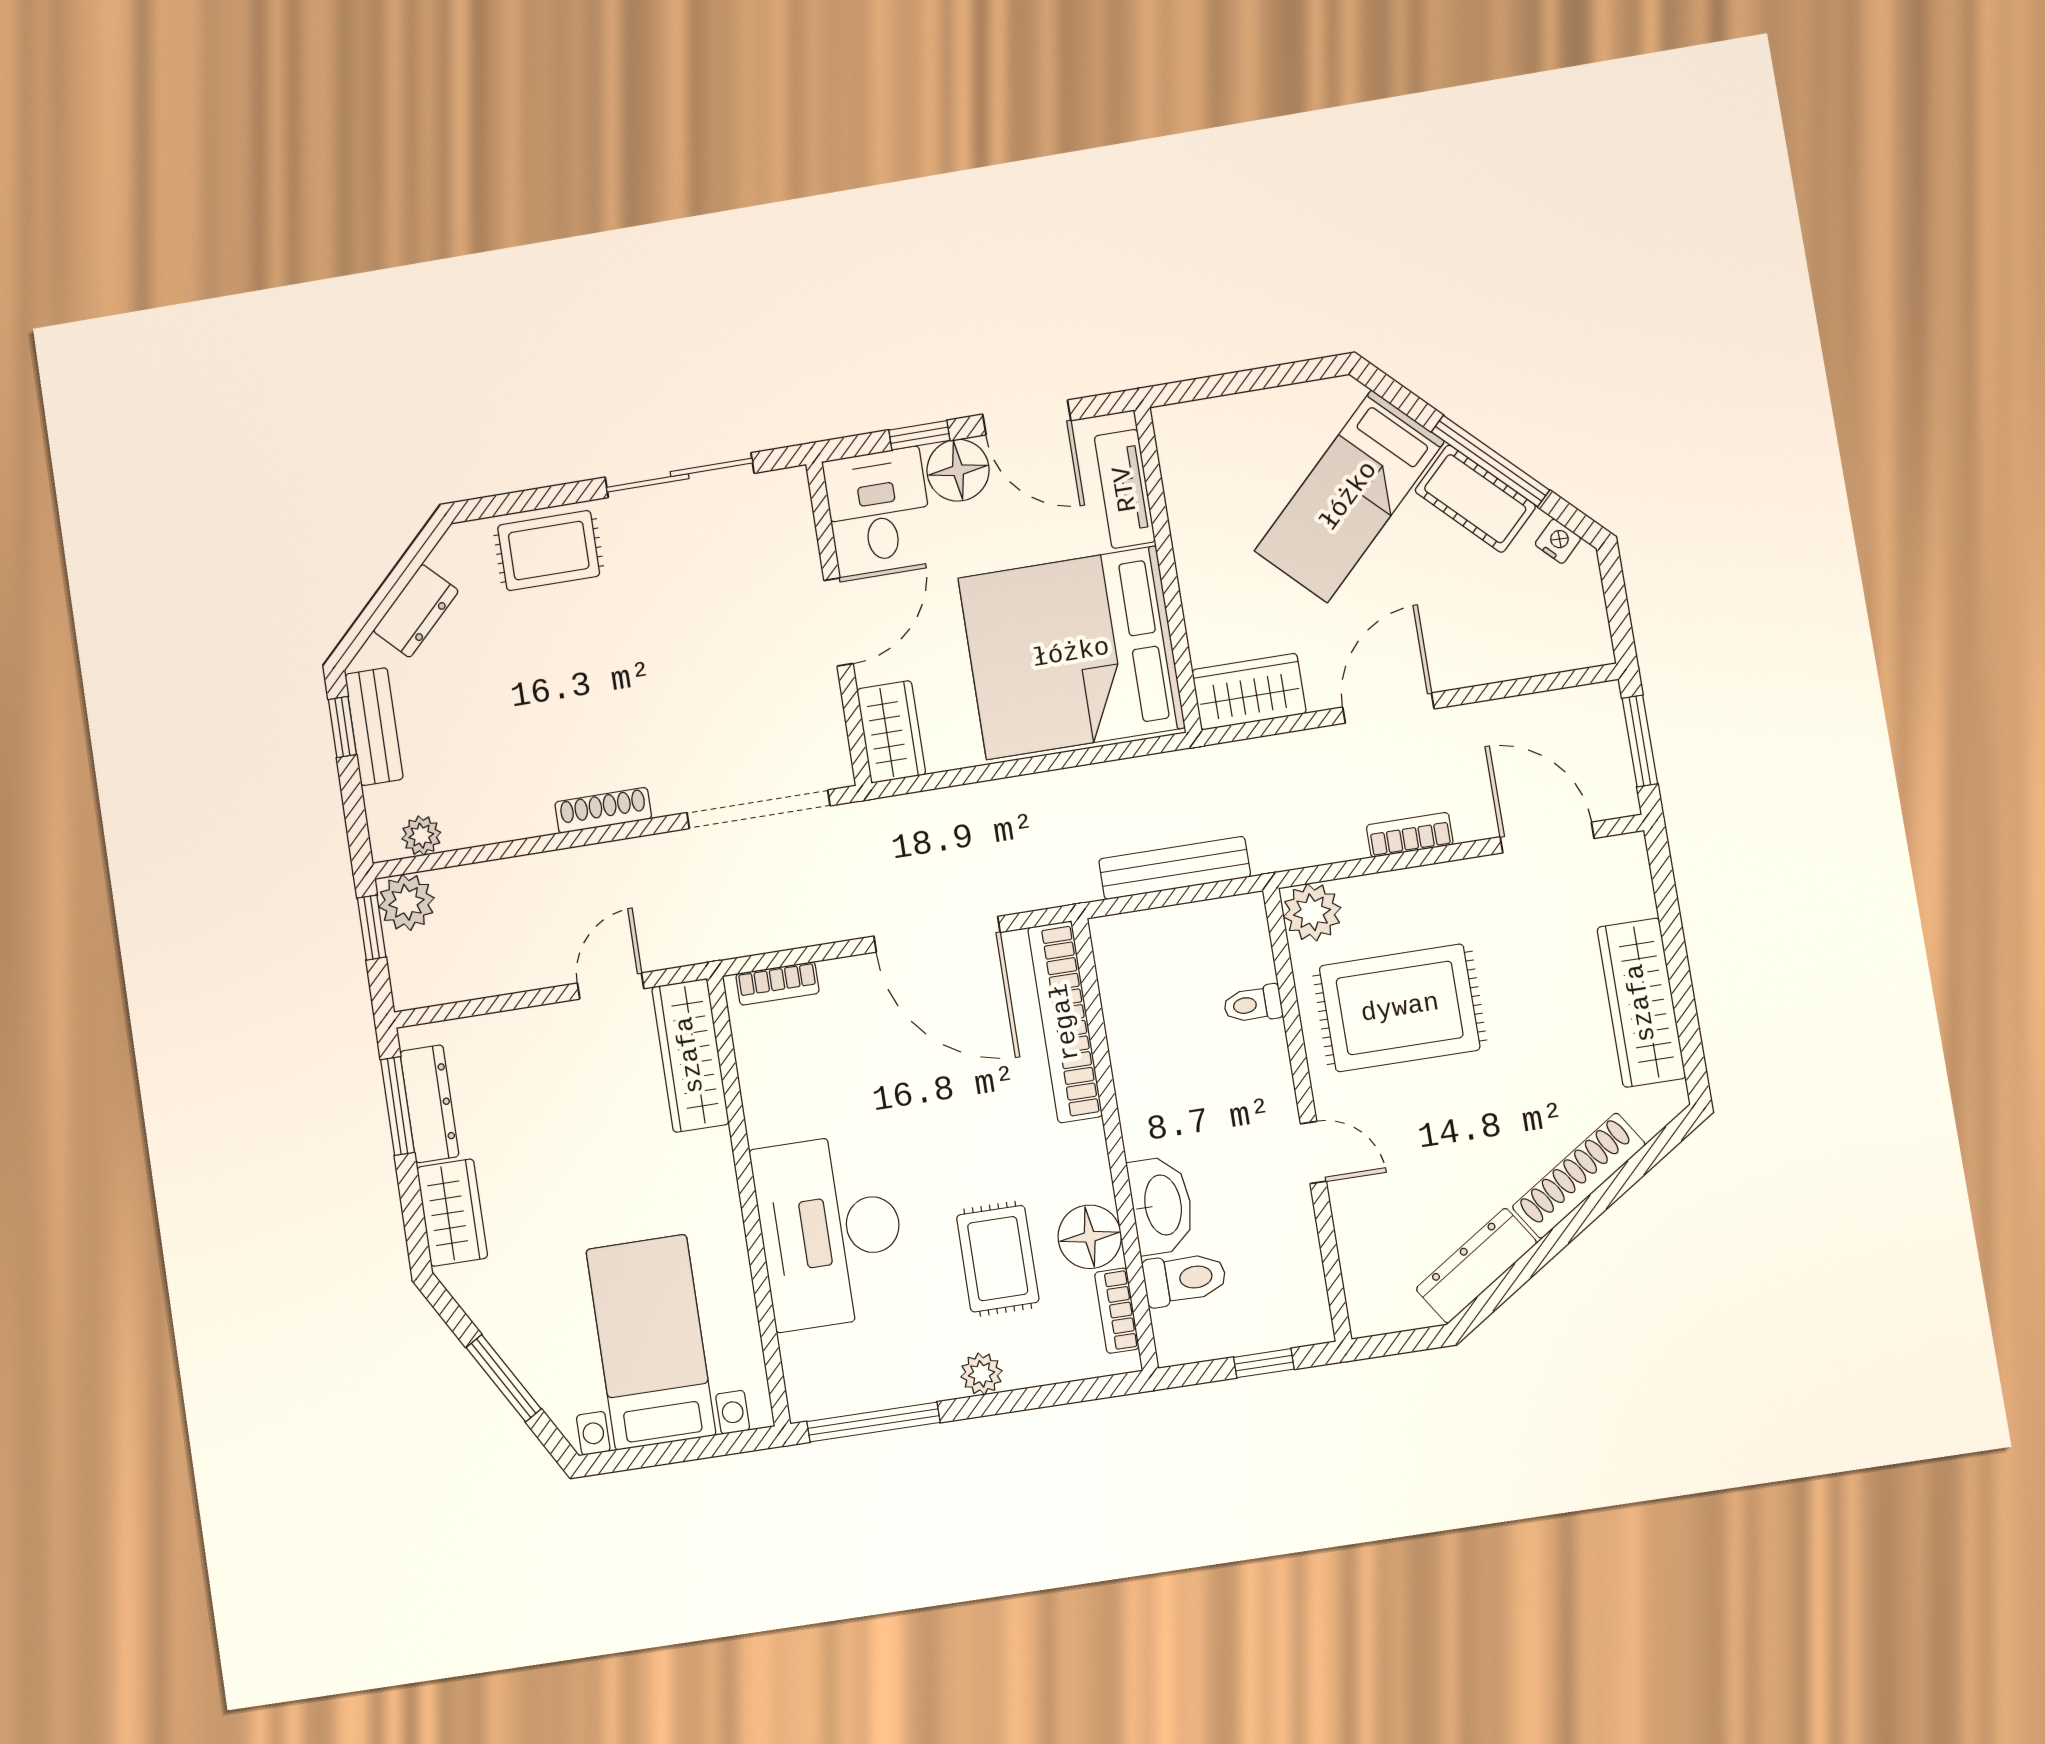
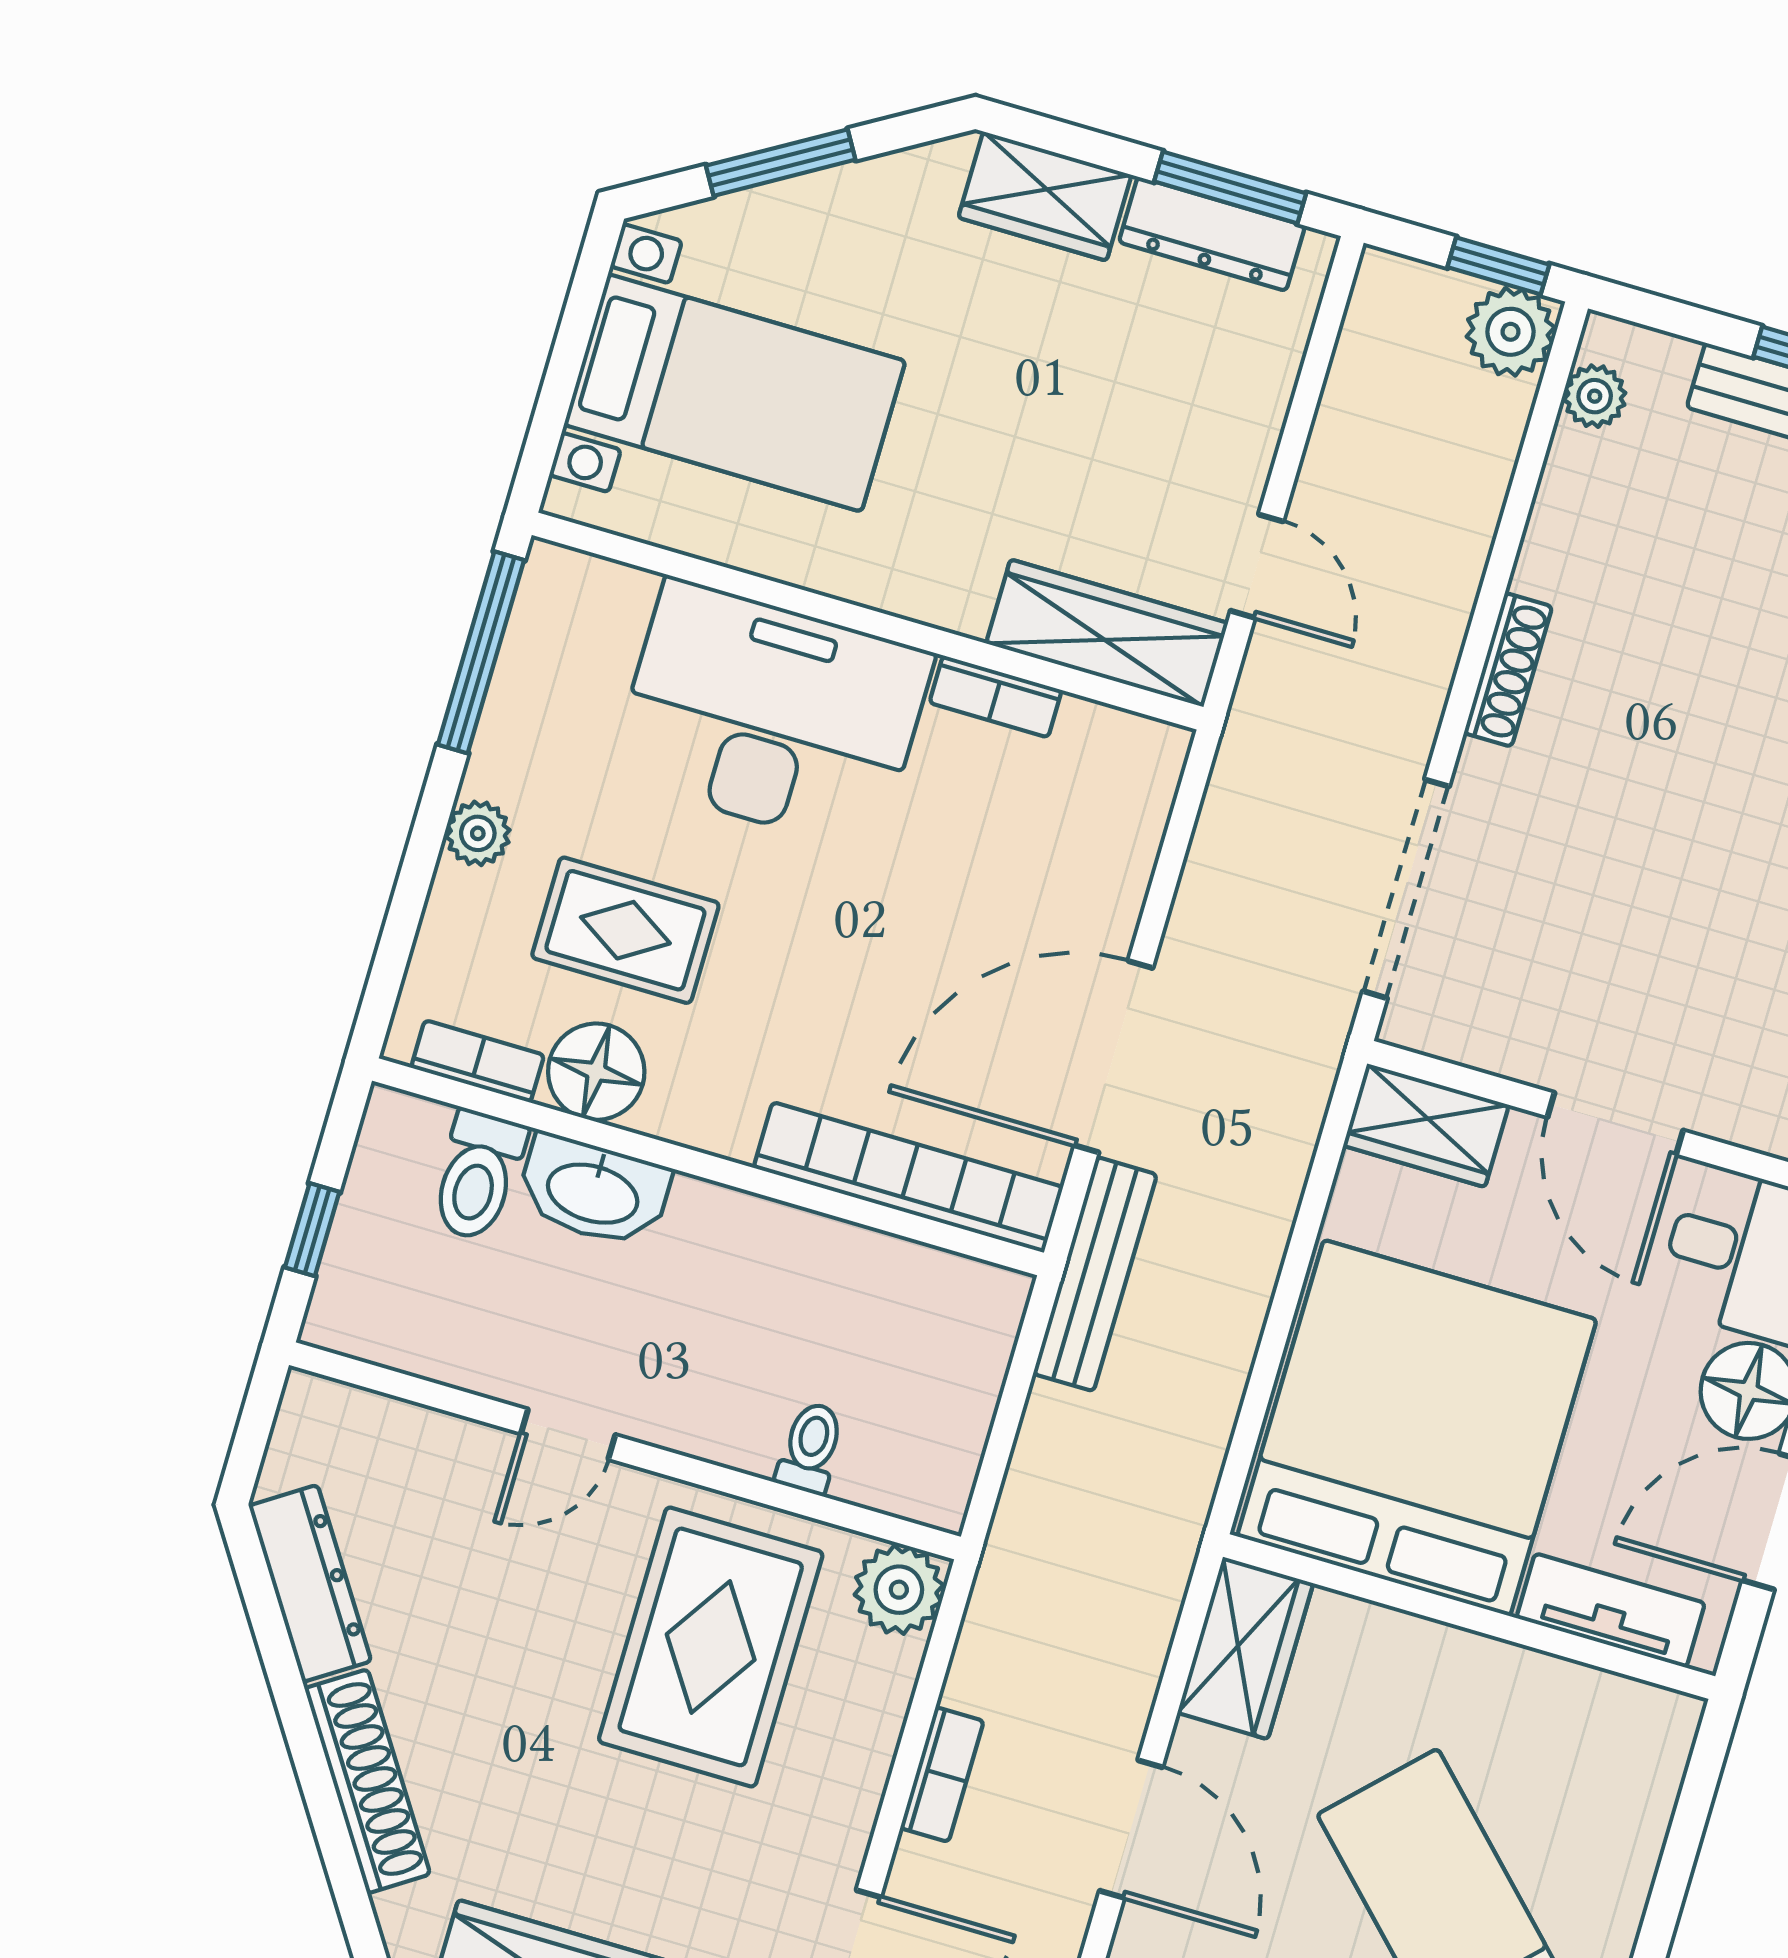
bench: (1175, 868) -> (1095, 1274), moved
bookcase: (778, 983) -> (996, 696), moved, turned -90

